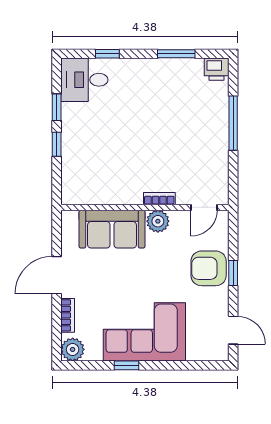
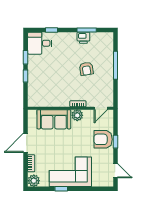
printer: (217, 69) -> (83, 38), moved
armchair: (176, 130) -> (86, 69), added

